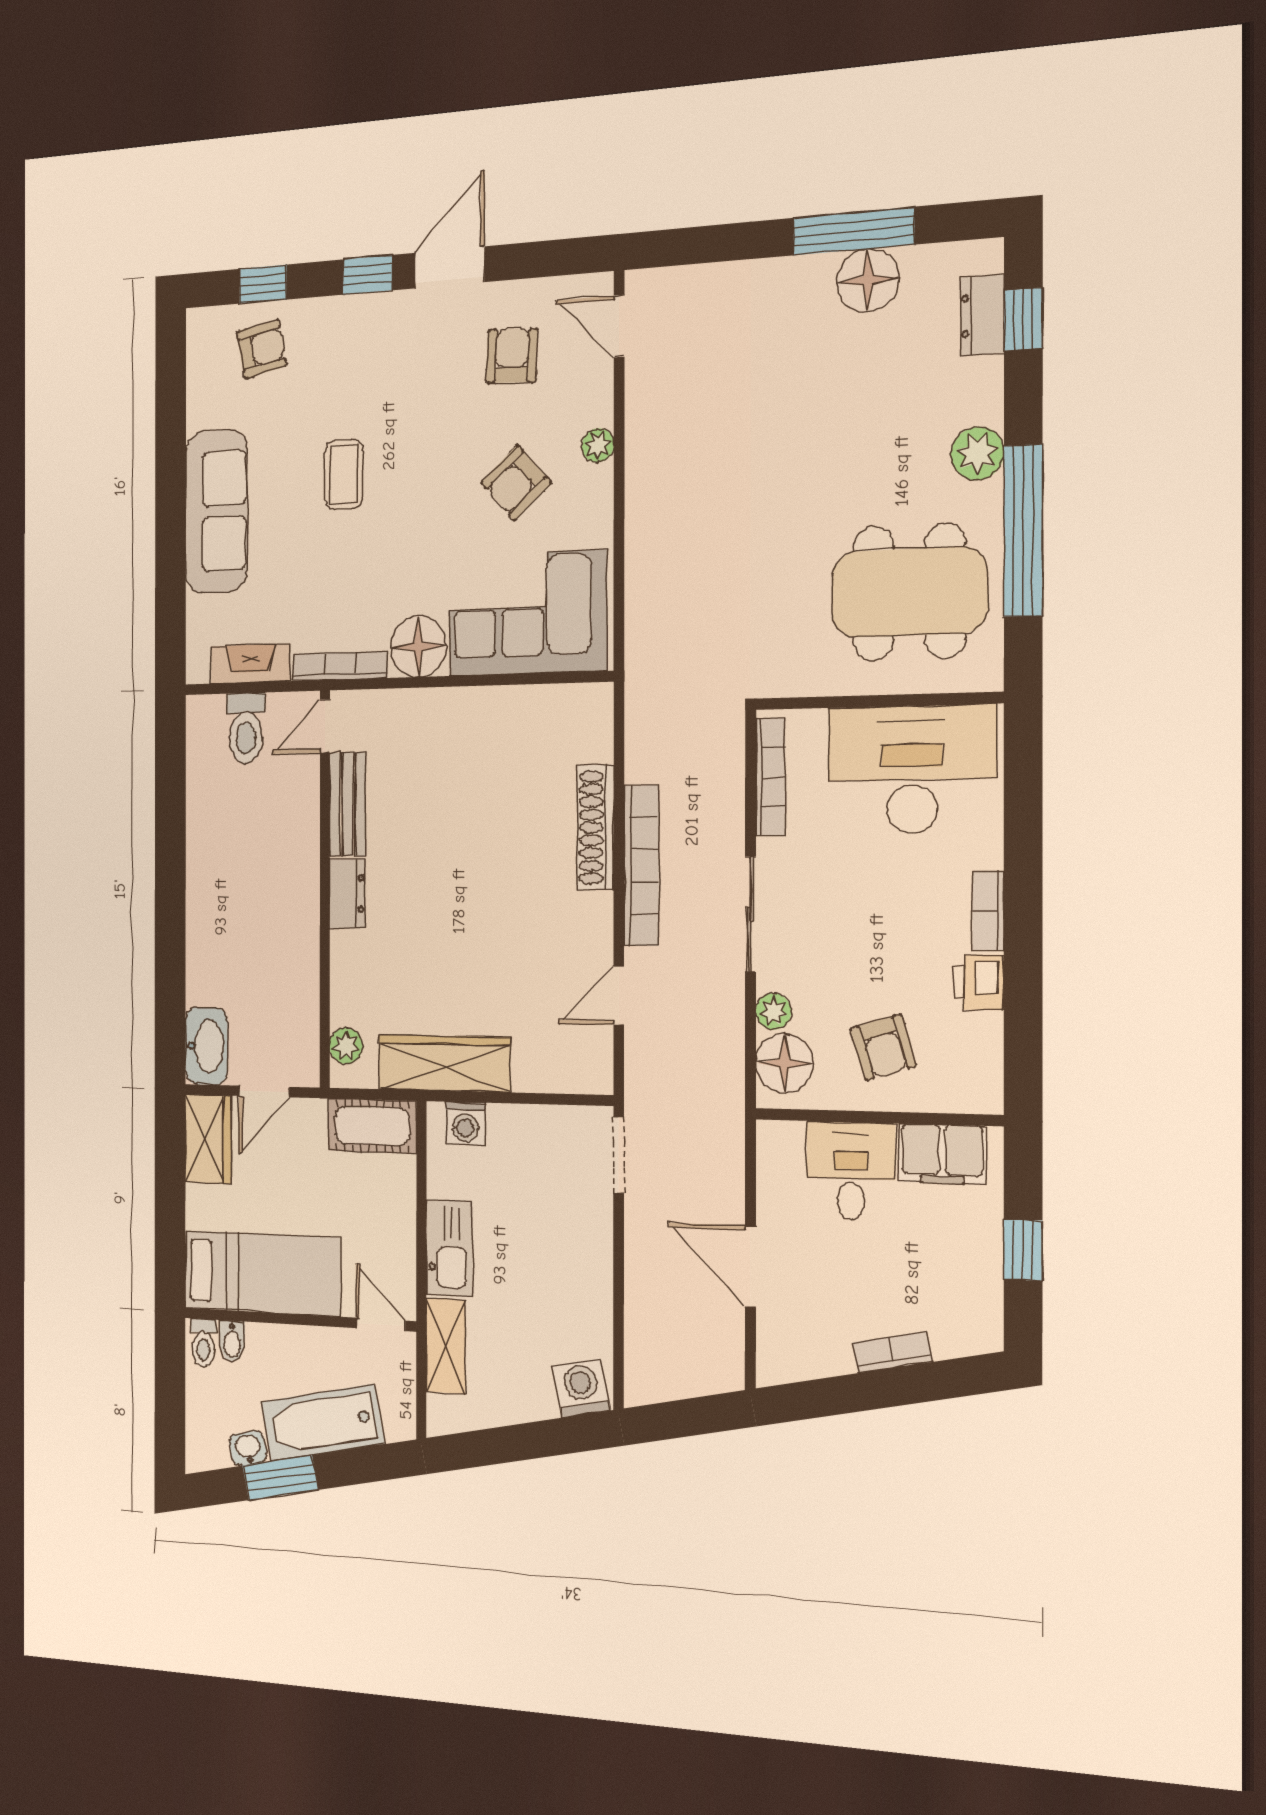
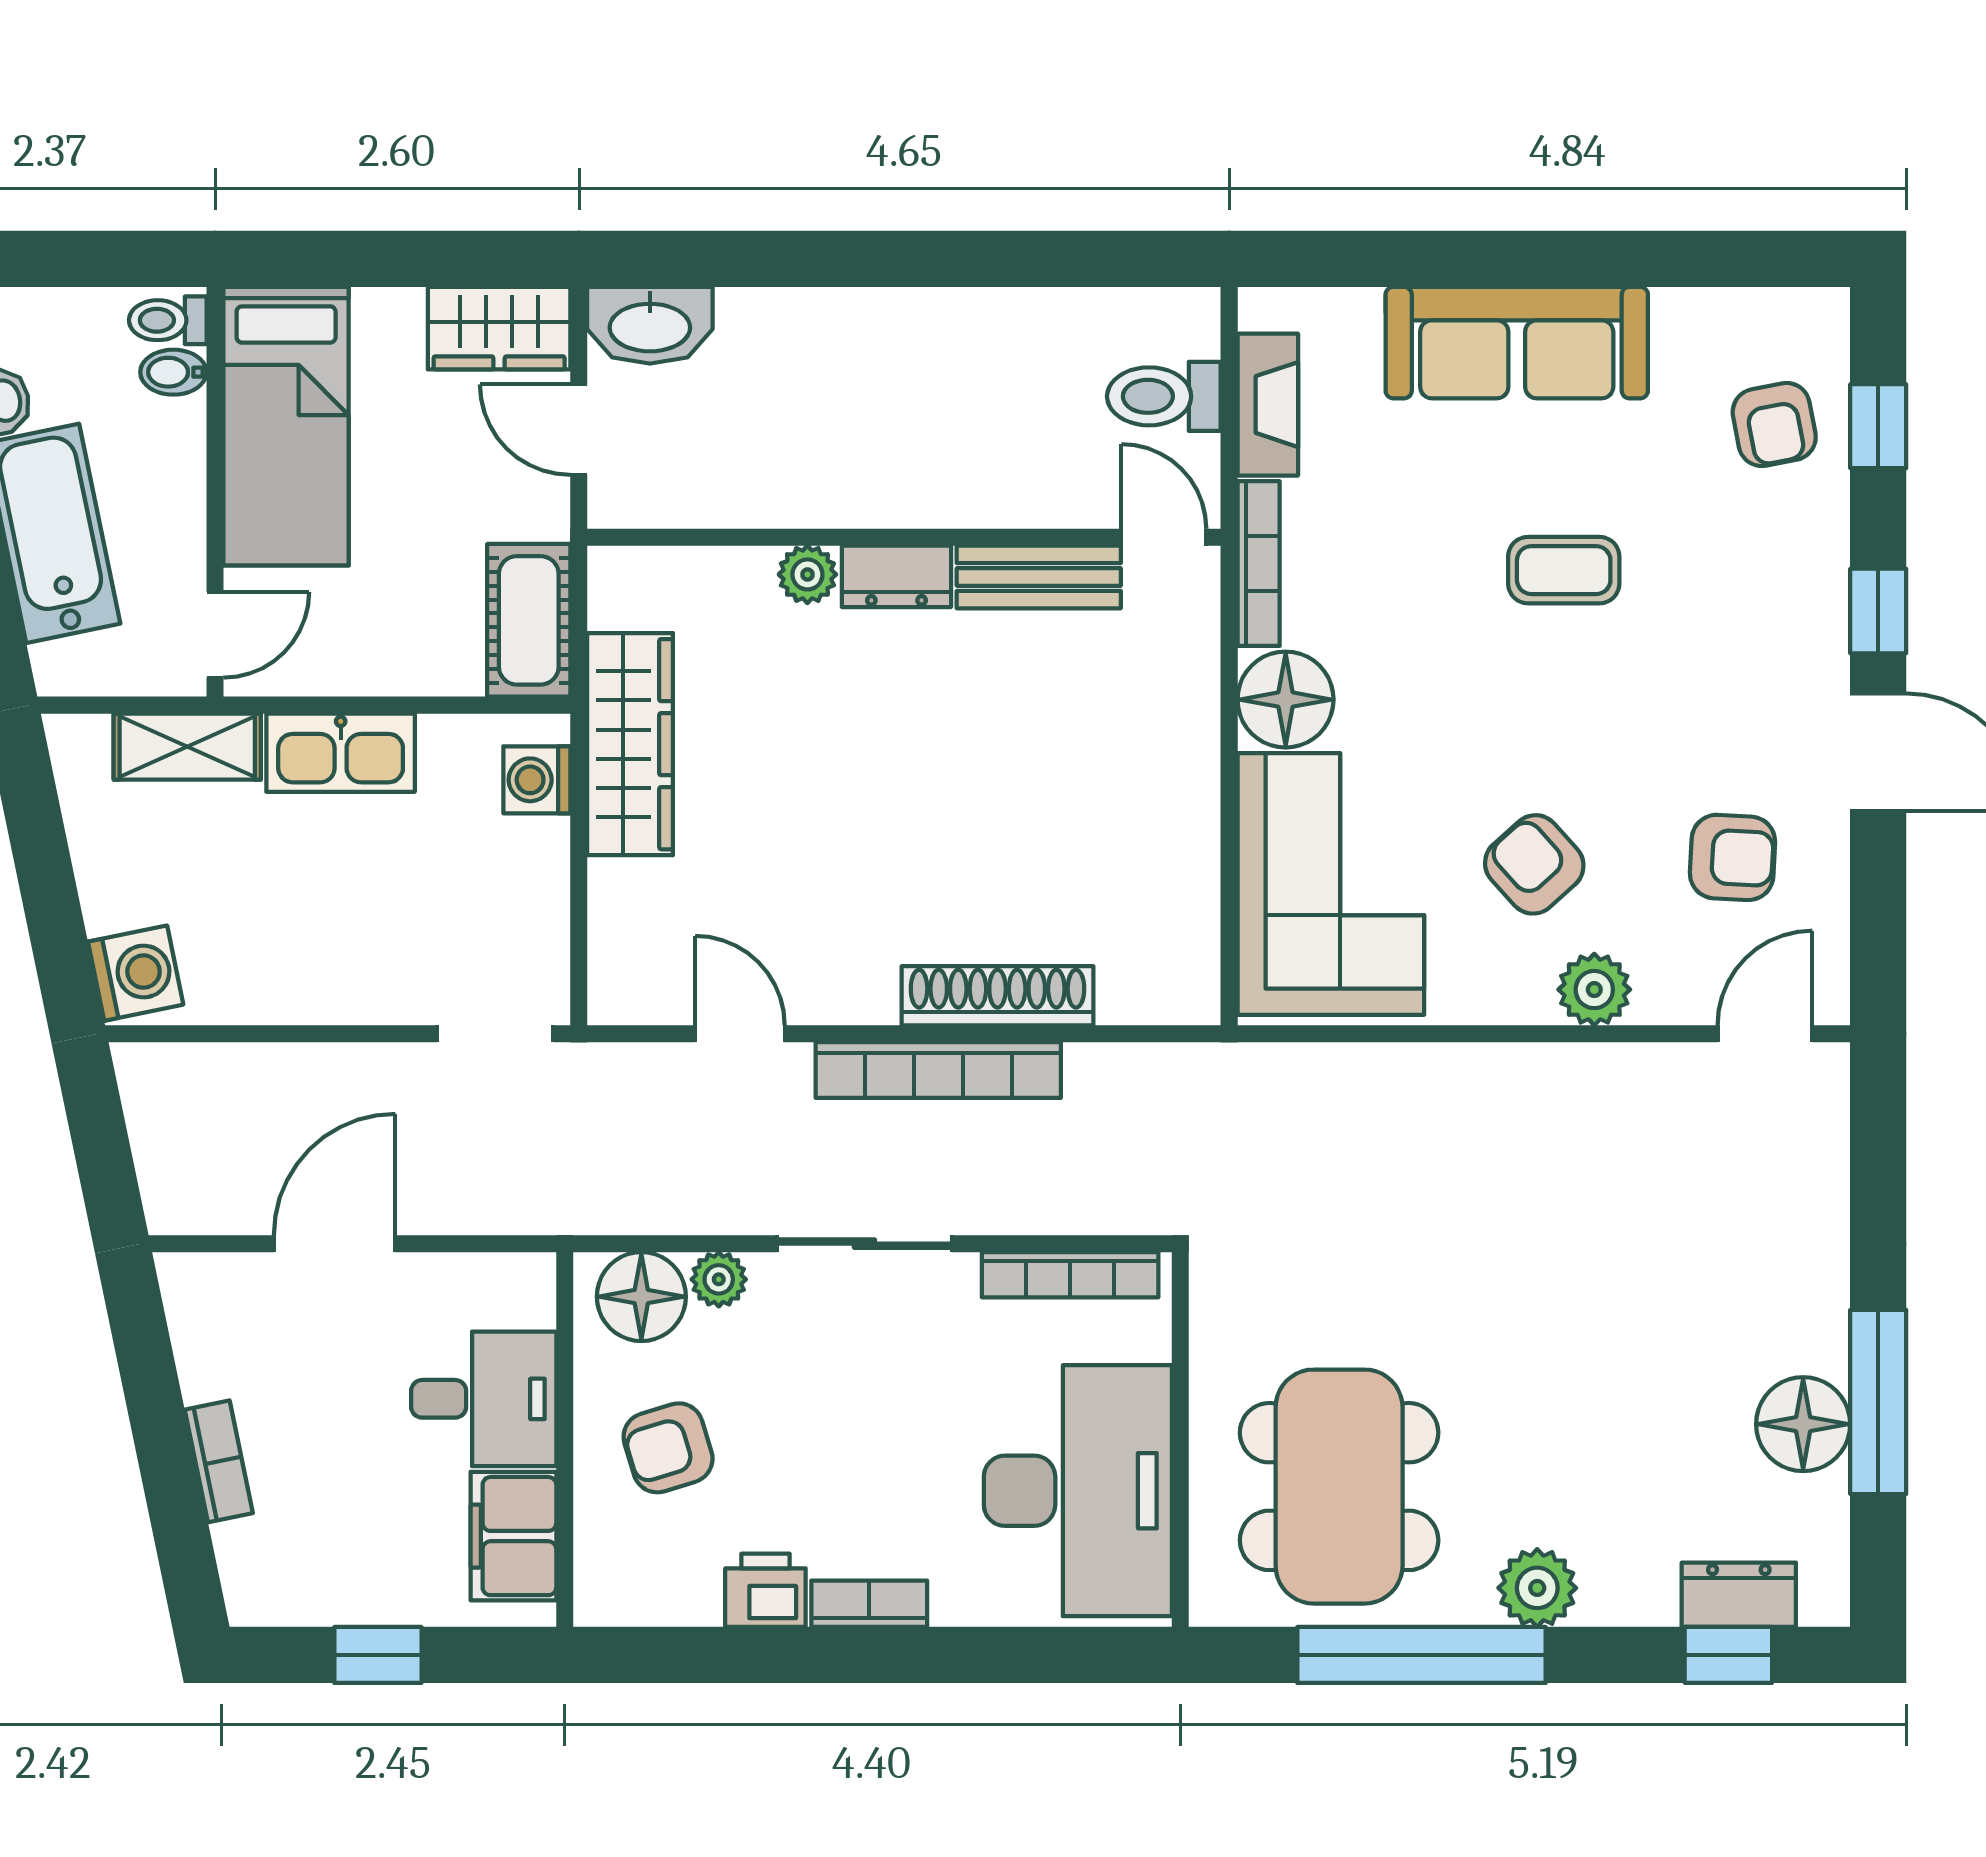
plant: (598, 445) -> (1594, 990), width x1.38, depth x1.38
plant: (346, 1046) -> (807, 574), moved

